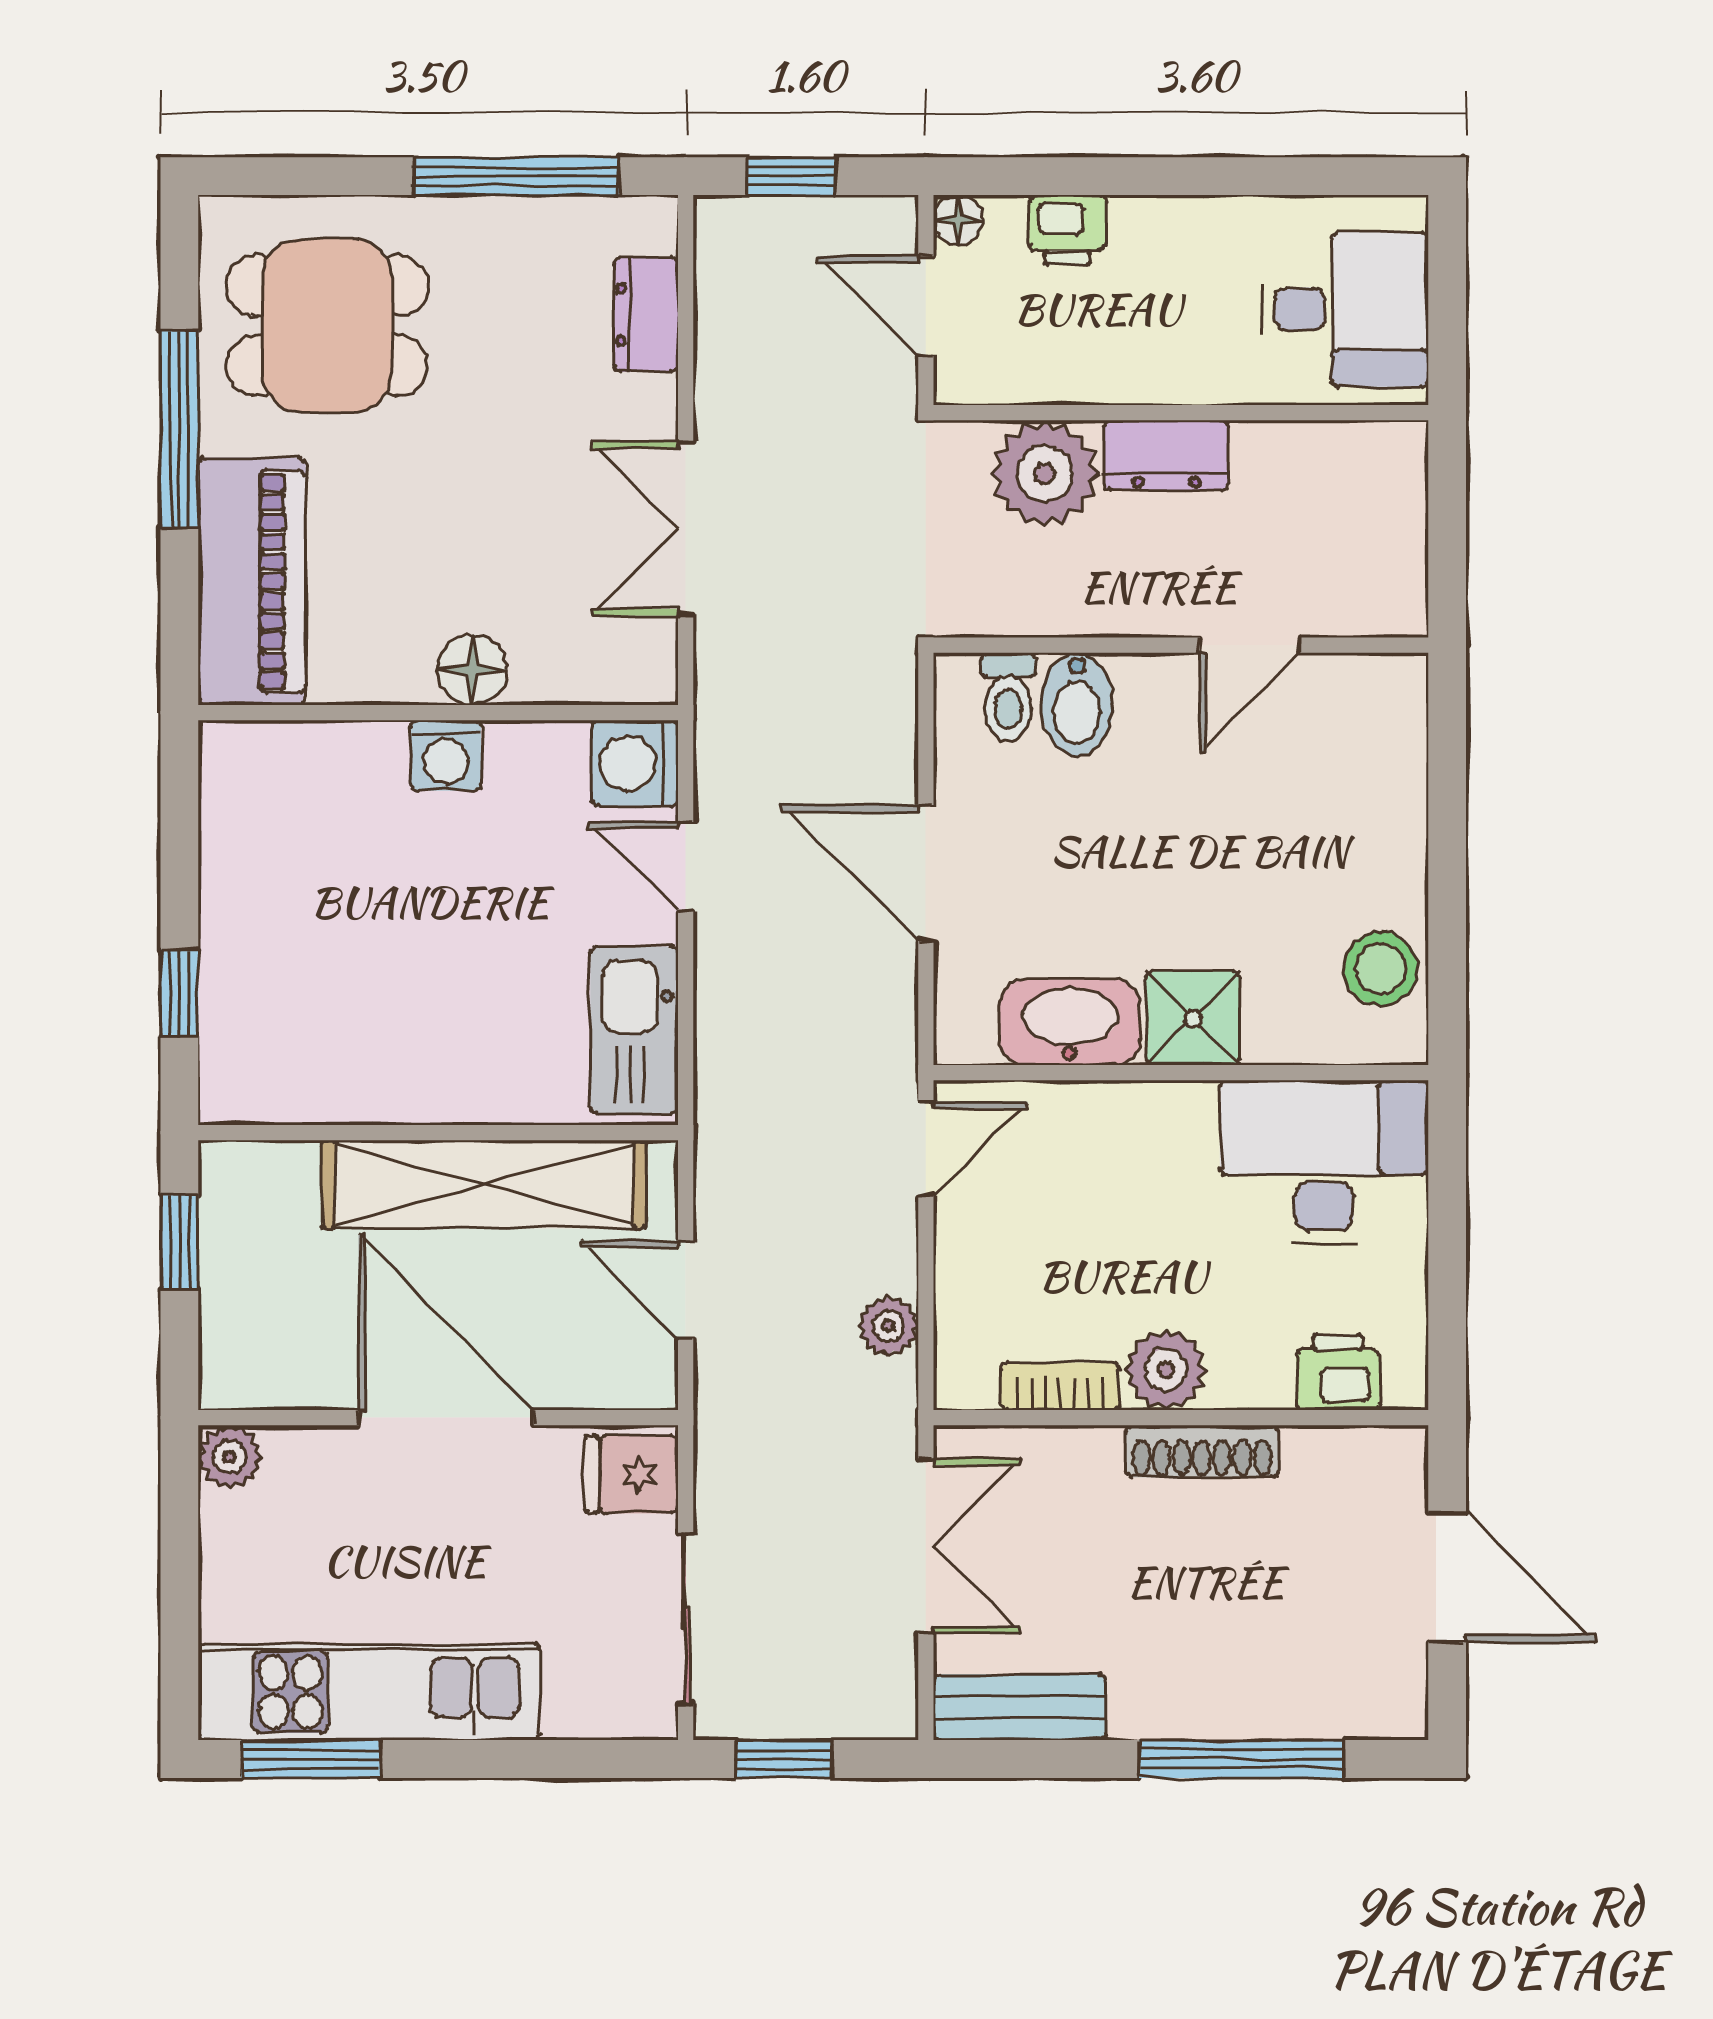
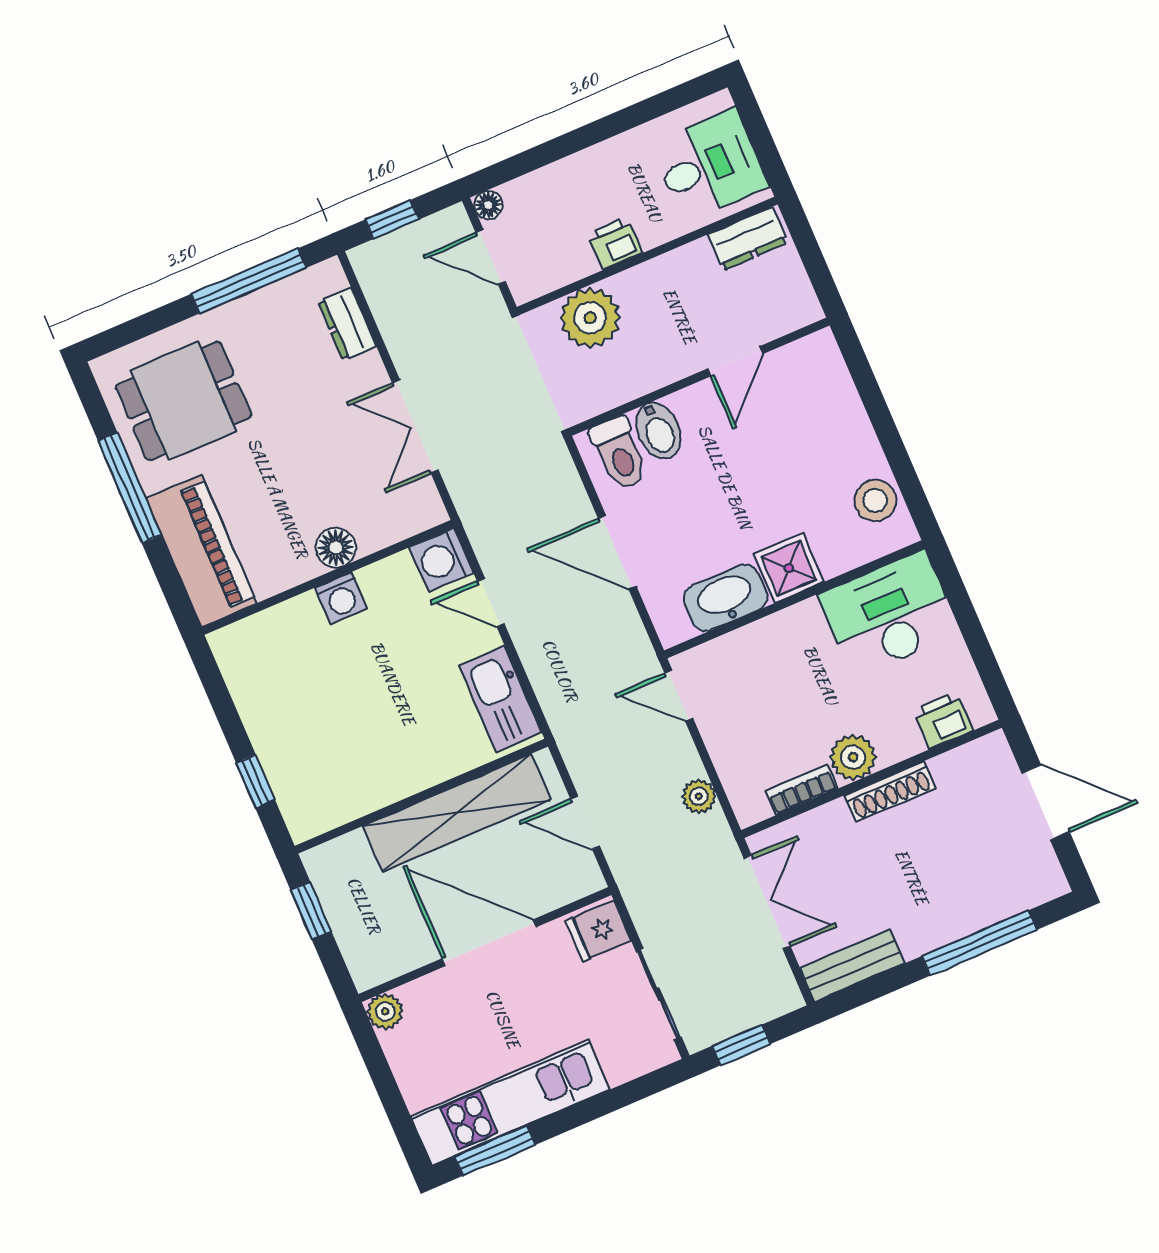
printer: (1068, 230) -> (615, 243), moved, turned 180
dresser: (1166, 455) -> (748, 239), moved
toilet: (1008, 697) -> (619, 453), width x1.37, depth x1.39
door: (926, 1149) -> (679, 696), swing flipped

